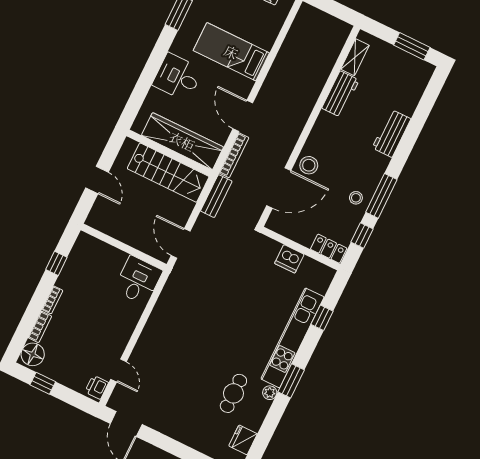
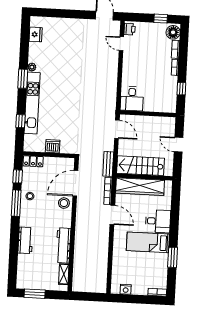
bed: (231, 52) -> (148, 242), moved, turned 180
workbench: (340, 94) -> (63, 245), width x1.37
cafe table: (233, 393) -> (52, 58), removed

